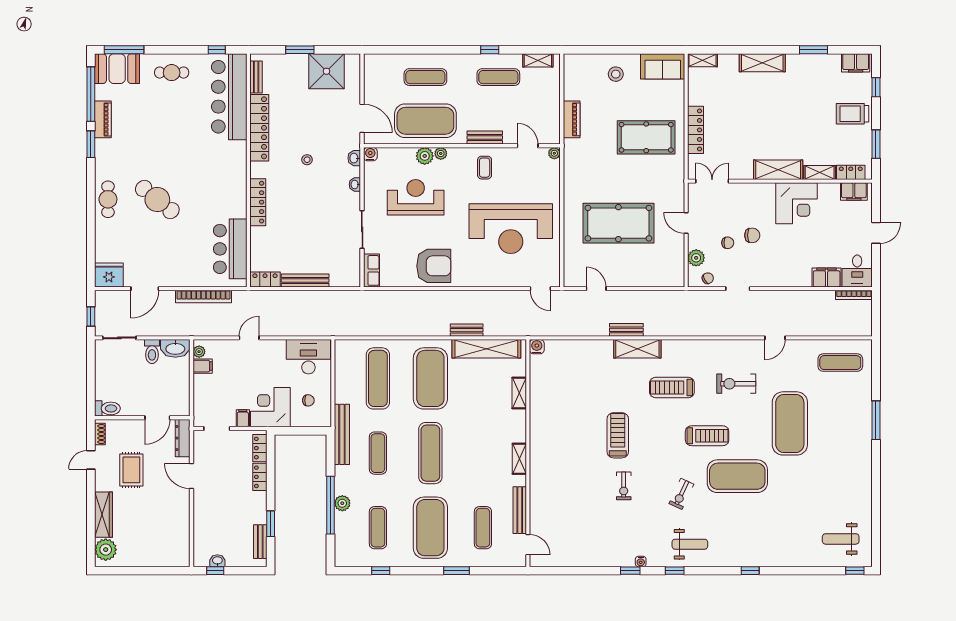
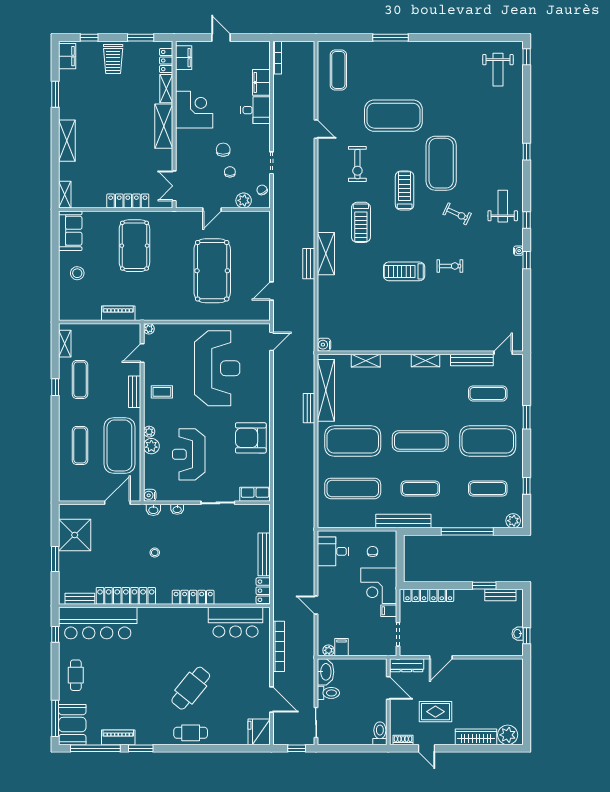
armchair: (434, 266) -> (251, 438), turned -90
desk: (857, 271) -> (255, 110), moved
desk: (308, 357) -> (333, 551), width x0.73
plant: (342, 503) -> (513, 521), moved

